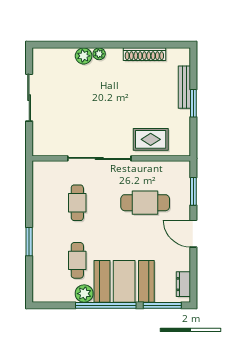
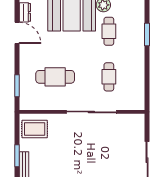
rug: (151, 139) -> (35, 129), moved
door: (193, 234) -> (17, 33), moved
window: (29, 242) -> (147, 34), moved

